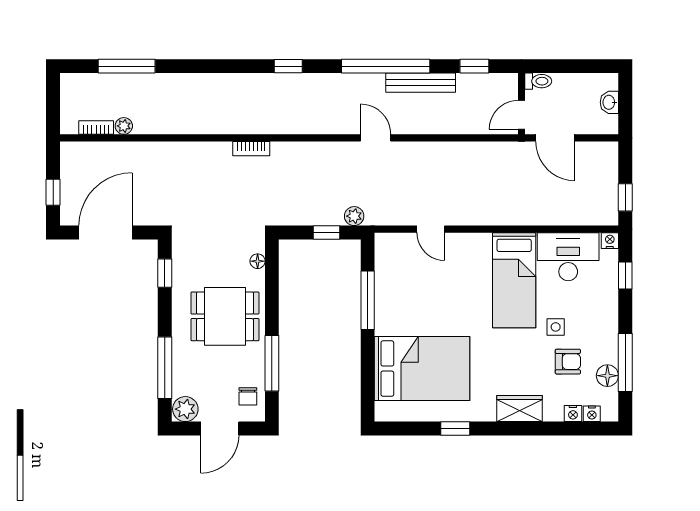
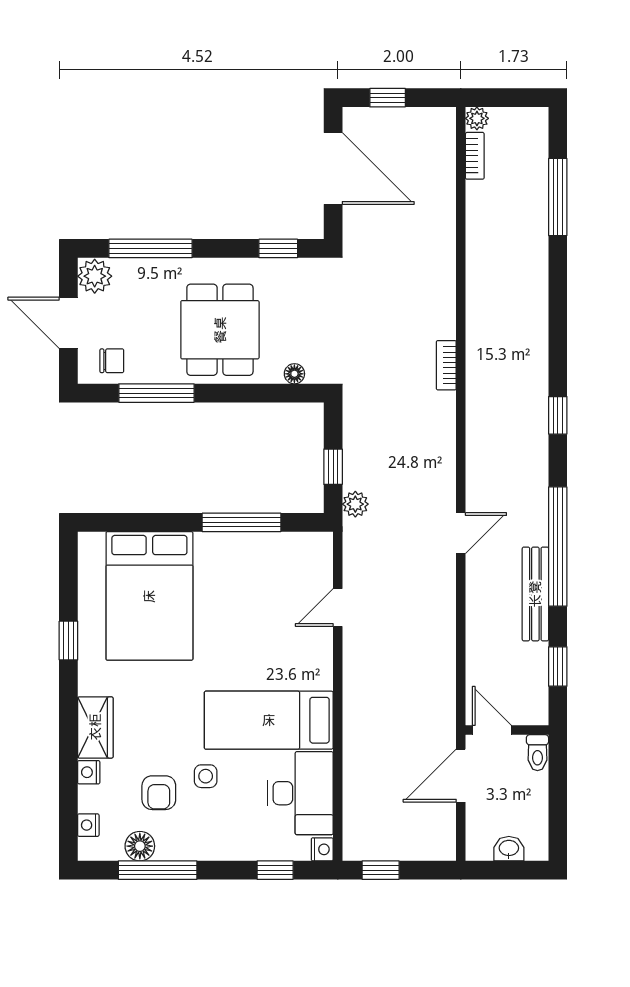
plant: (124, 126) -> (477, 118), moved
chair: (248, 396) -> (112, 361), turned 180
nightstand: (573, 414) -> (89, 772), moved

